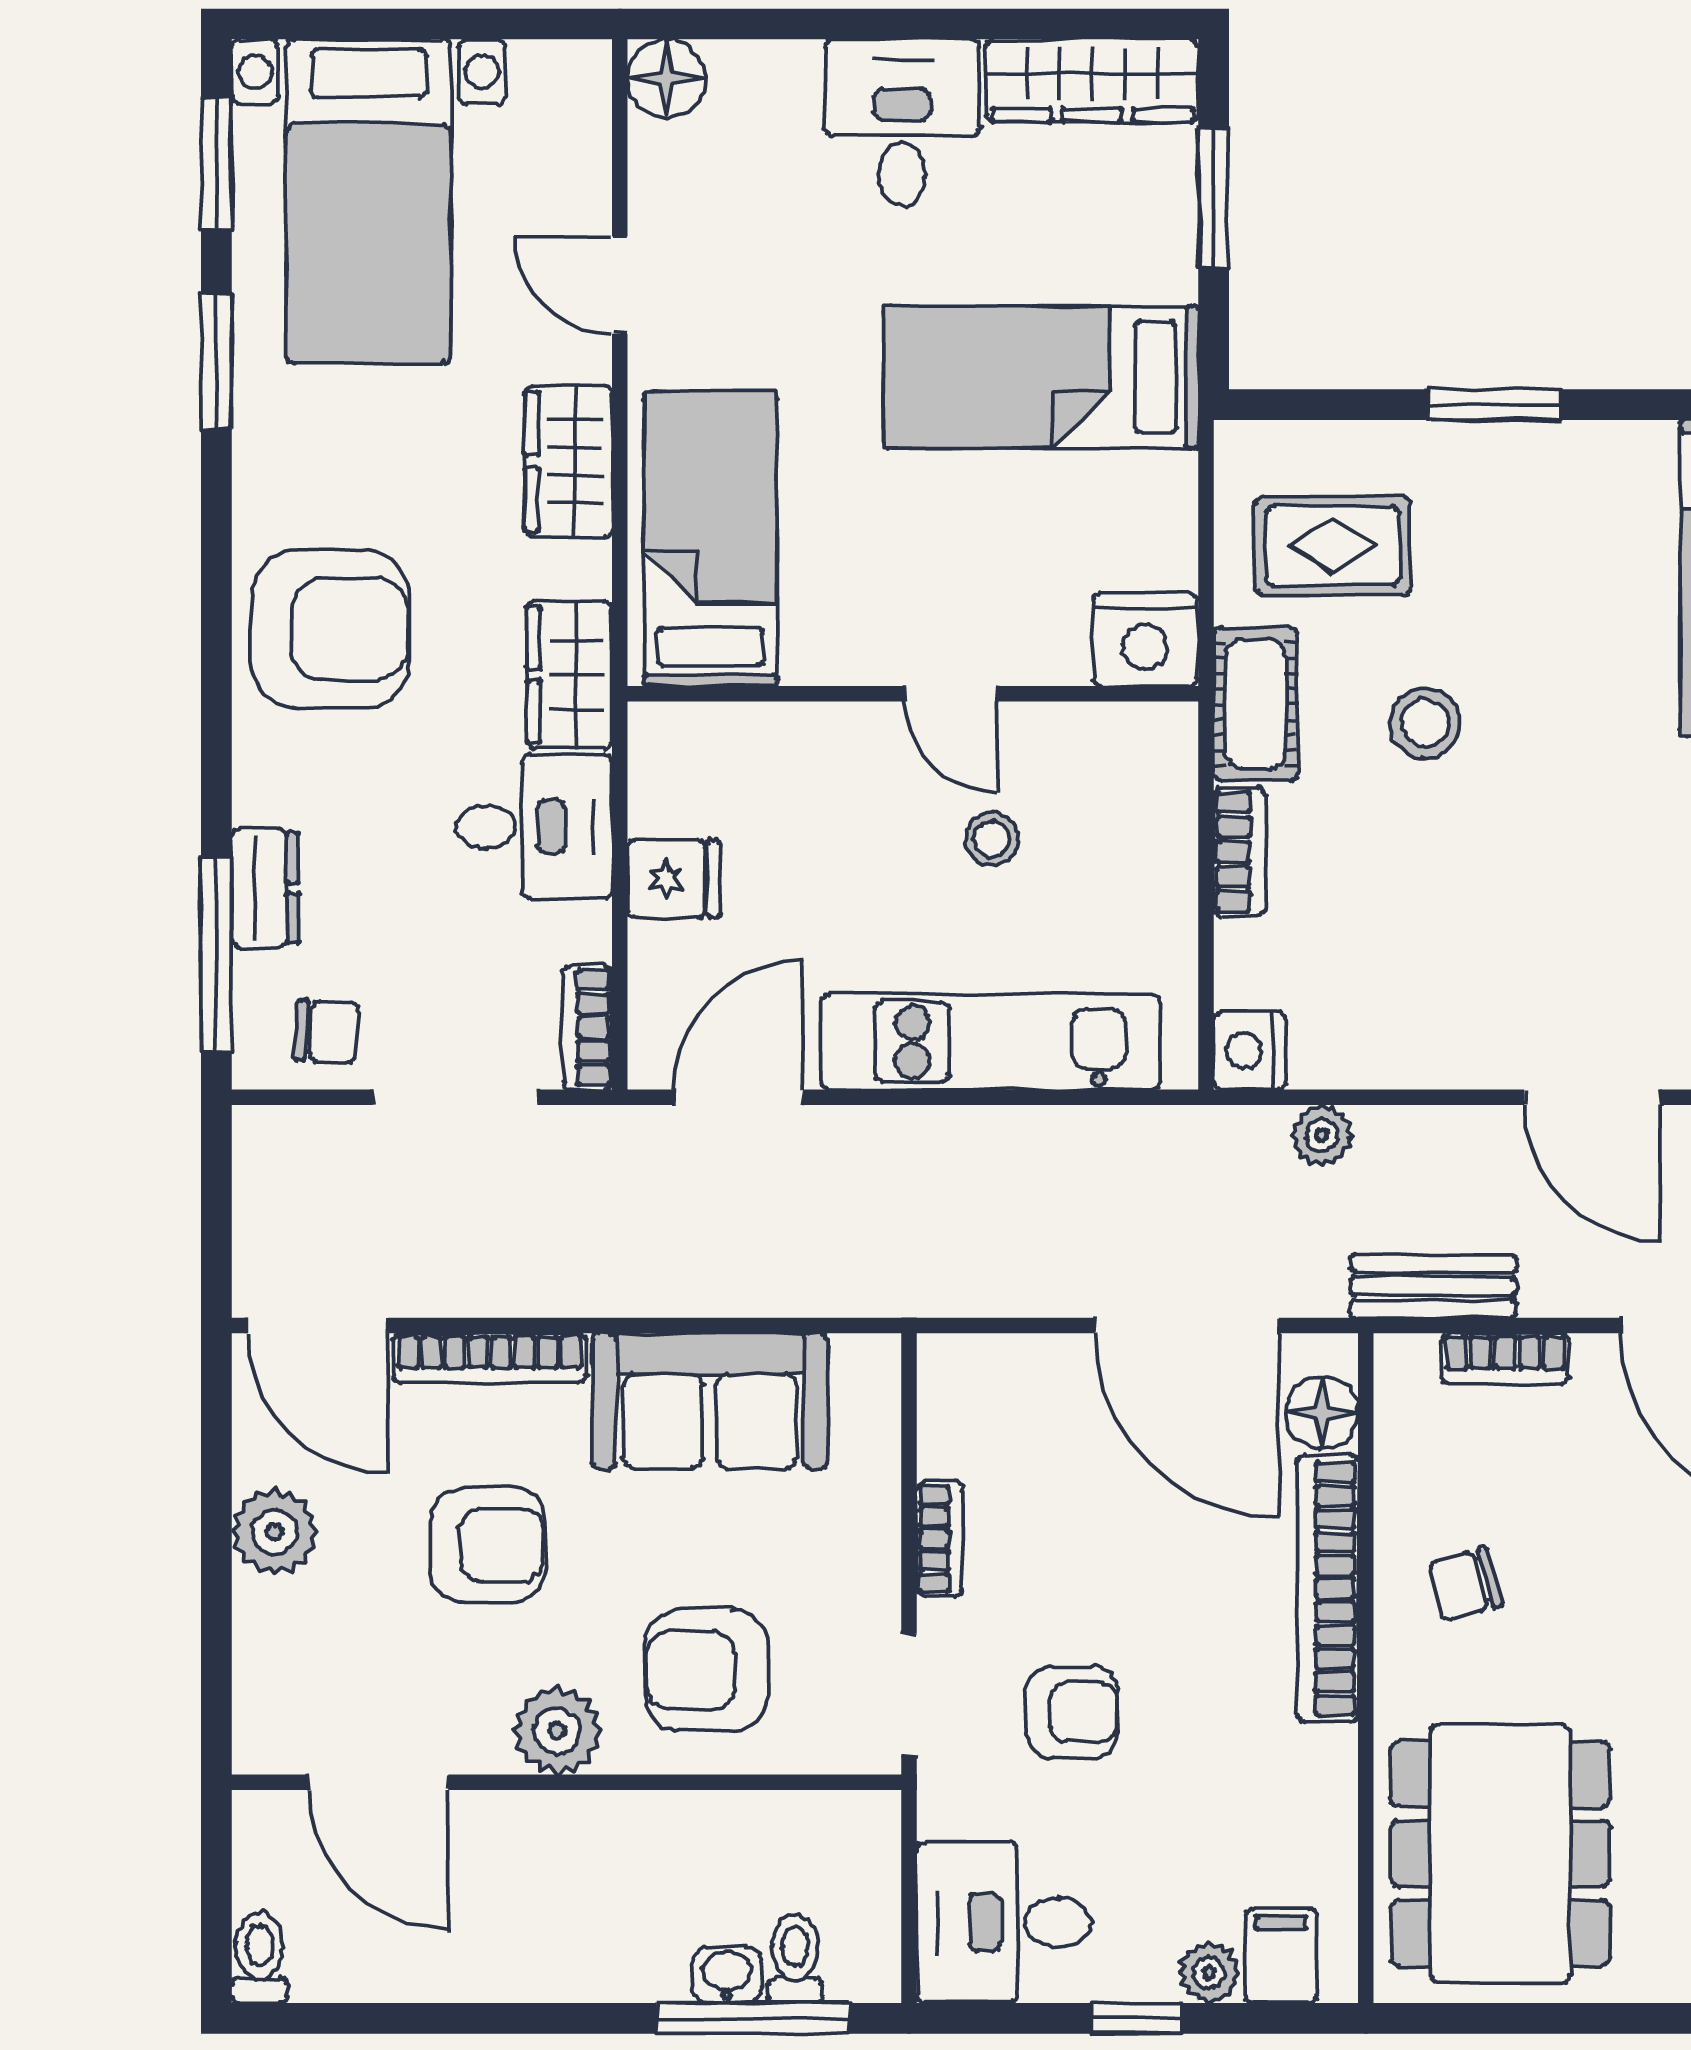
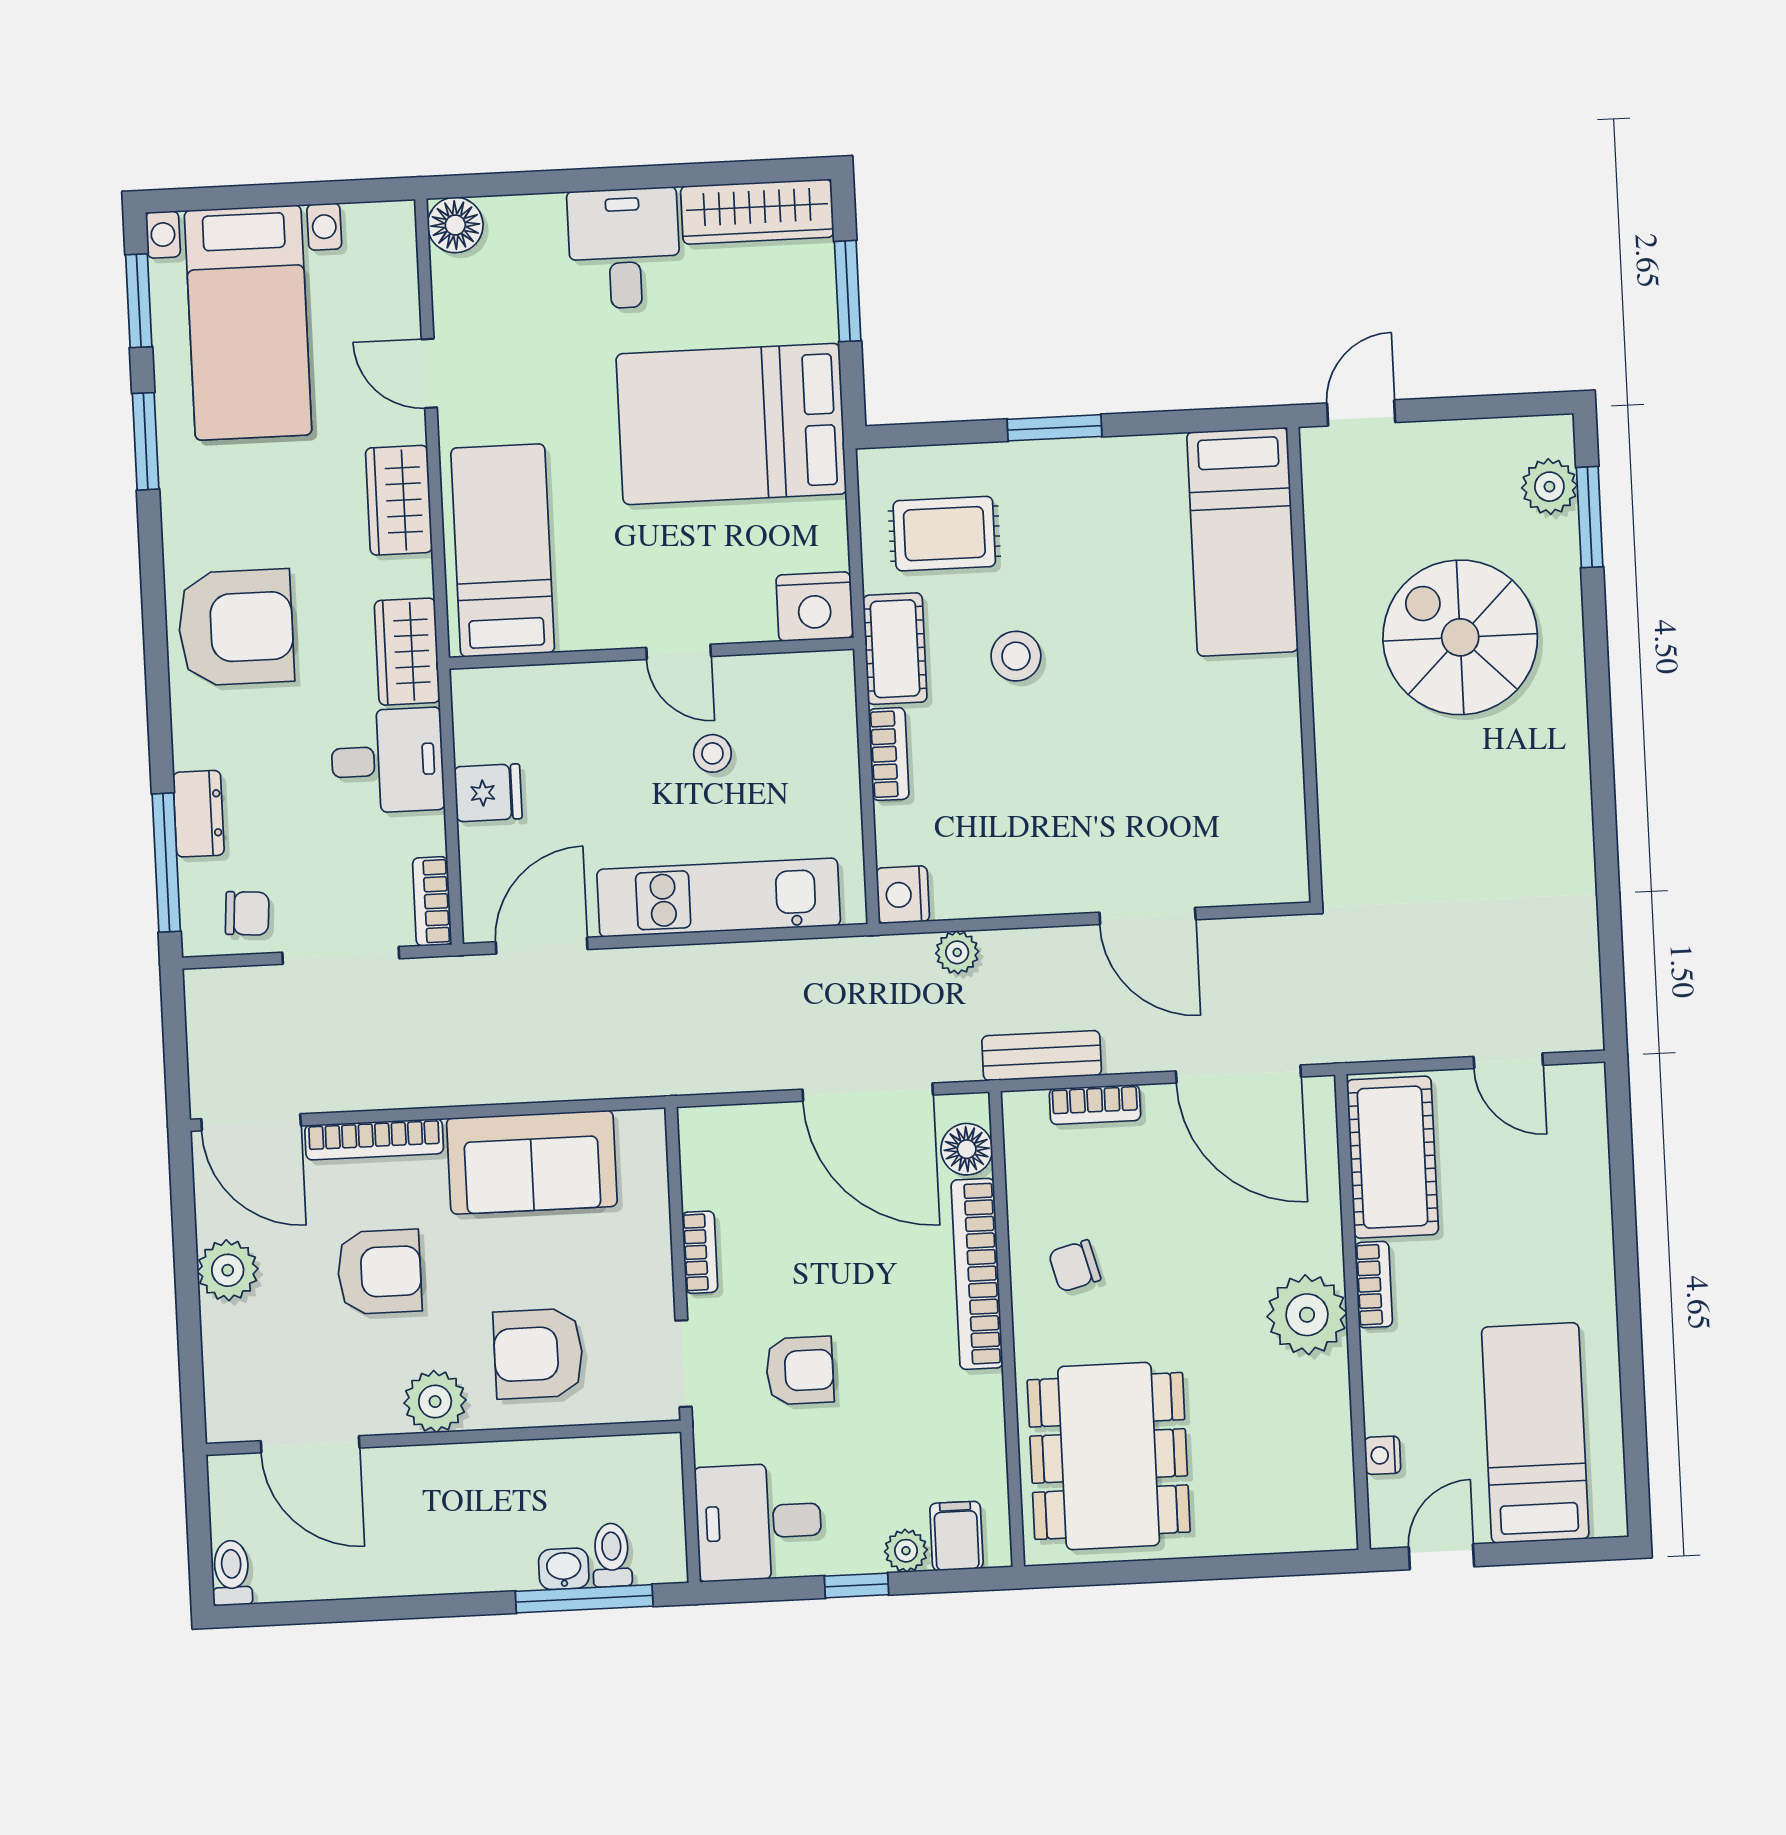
bed: (1041, 377) -> (731, 424), width x1.50

